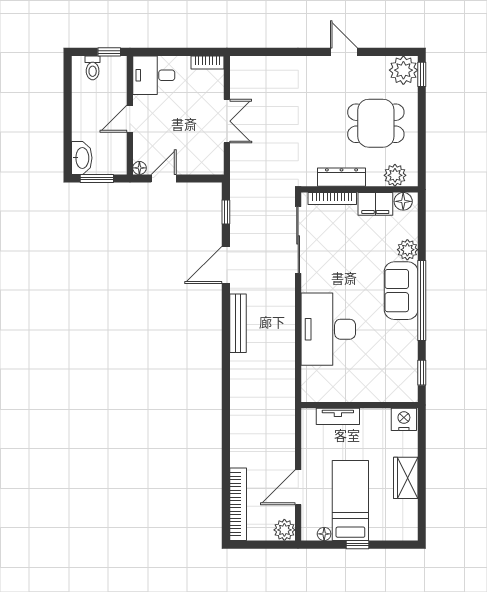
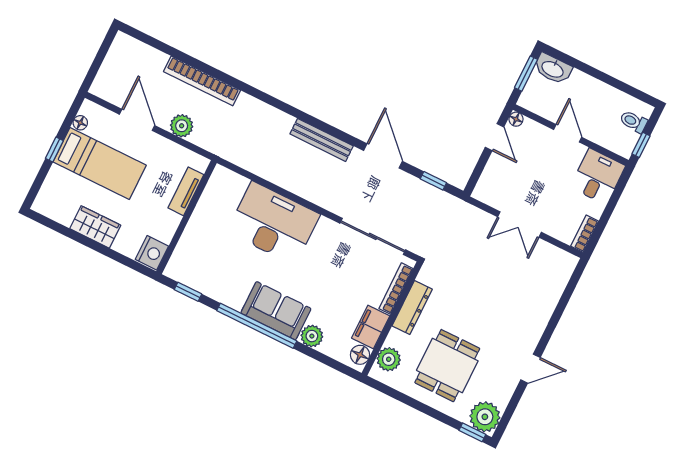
bookcase: (238, 504) -> (202, 81), moved
plant: (284, 530) -> (182, 126), moved

